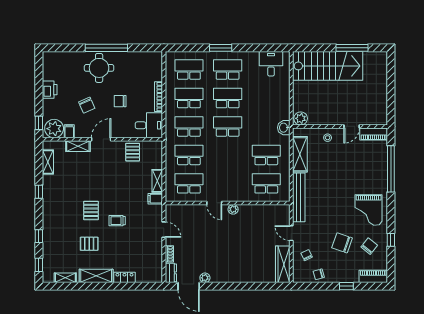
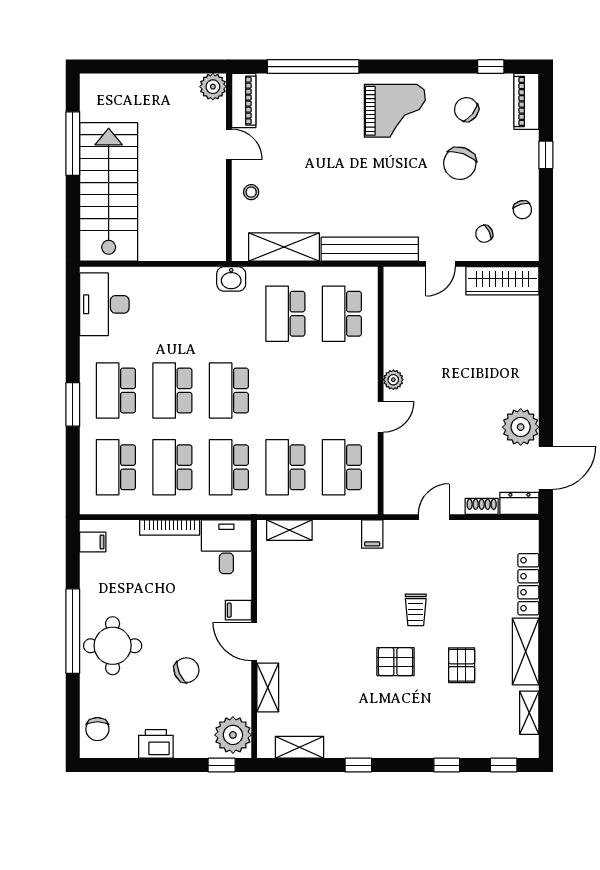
filing cabinet: (151, 58) -> (93, 542), added
desk: (271, 64) -> (104, 304), width x1.37
chair: (120, 101) -> (97, 729), moved
plant: (301, 118) -> (213, 87), moved
filing cabinet: (69, 131) -> (238, 610), moved
pallet: (133, 152) -> (280, 579), removed
shelving: (157, 181) -> (289, 530), moved
window: (391, 240) -> (491, 67), moved
locker: (124, 277) -> (528, 584), width x1.53
plant: (205, 278) -> (521, 427), width x1.87, depth x1.87

